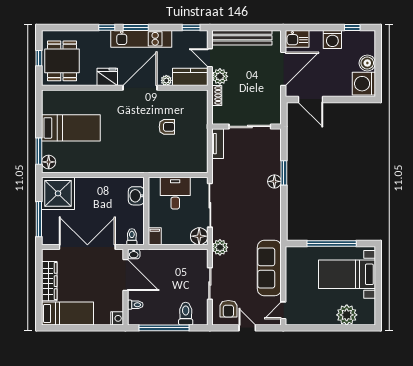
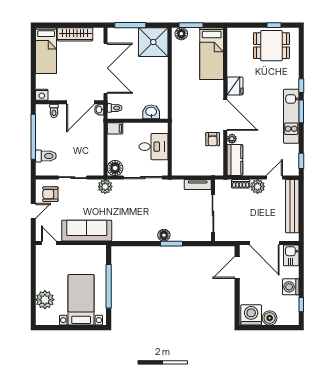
fridge: (107, 77) -> (235, 86), moved
kitchen counter: (190, 77) -> (235, 160), moved
plant: (166, 80) -> (232, 139), moved
wall: (125, 88) -> (225, 102), moved
door: (140, 88) -> (225, 115), moved

